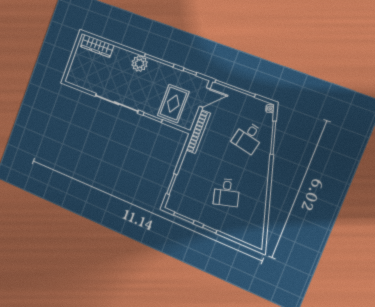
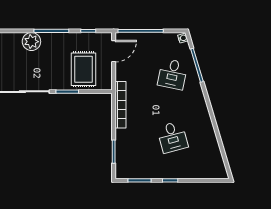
bookcase: (198, 132) -> (120, 105), moved

